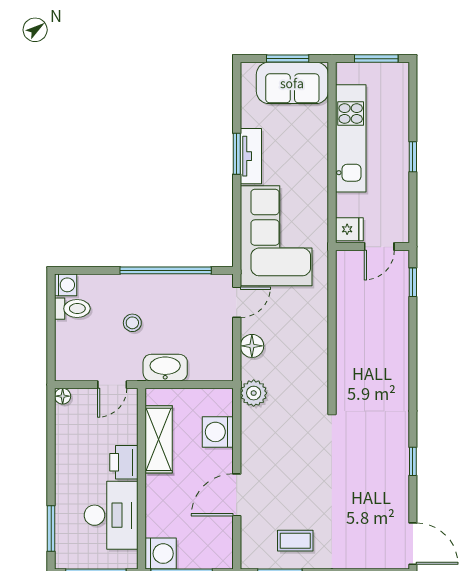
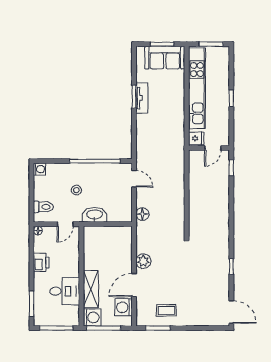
kitchen unit: (351, 138) -> (197, 88), width x1.36
corner sofa: (276, 236) -> (156, 142), removed
door: (237, 302) -> (134, 179), hinge flipped
toilet: (72, 309) -> (43, 207), moved
floor lamp: (252, 346) -> (142, 214), moved
plant: (254, 393) -> (143, 261), moved
washing machine: (218, 432) -> (124, 307), moved
shelving: (159, 439) -> (91, 289), moved
printer: (124, 462) -> (41, 263), moved, turned 180
desk: (111, 515) -> (65, 291), width x0.73

